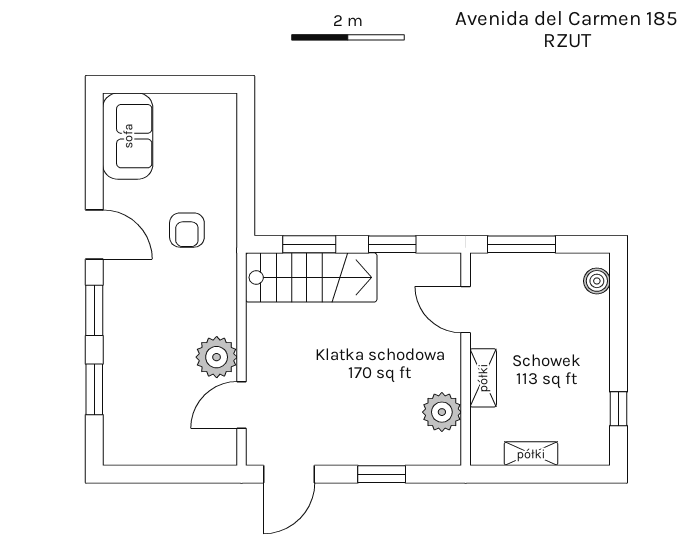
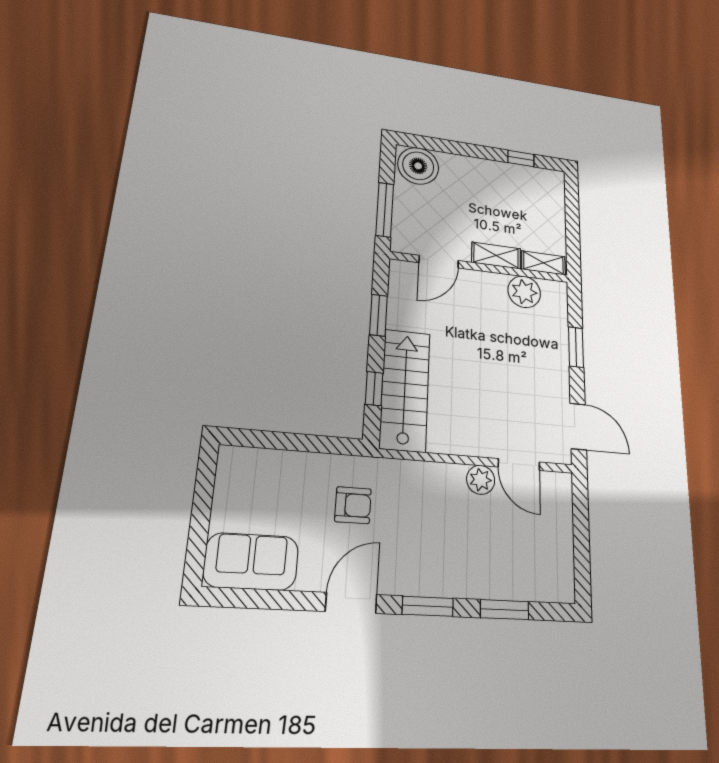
window: (309, 244) -> (374, 389), width x0.67
boiler: (597, 281) -> (418, 166), width x1.86, depth x1.86
plant: (217, 357) -> (481, 480), width x0.73, depth x0.73
shelving: (531, 454) -> (543, 263), moved, turned 90

